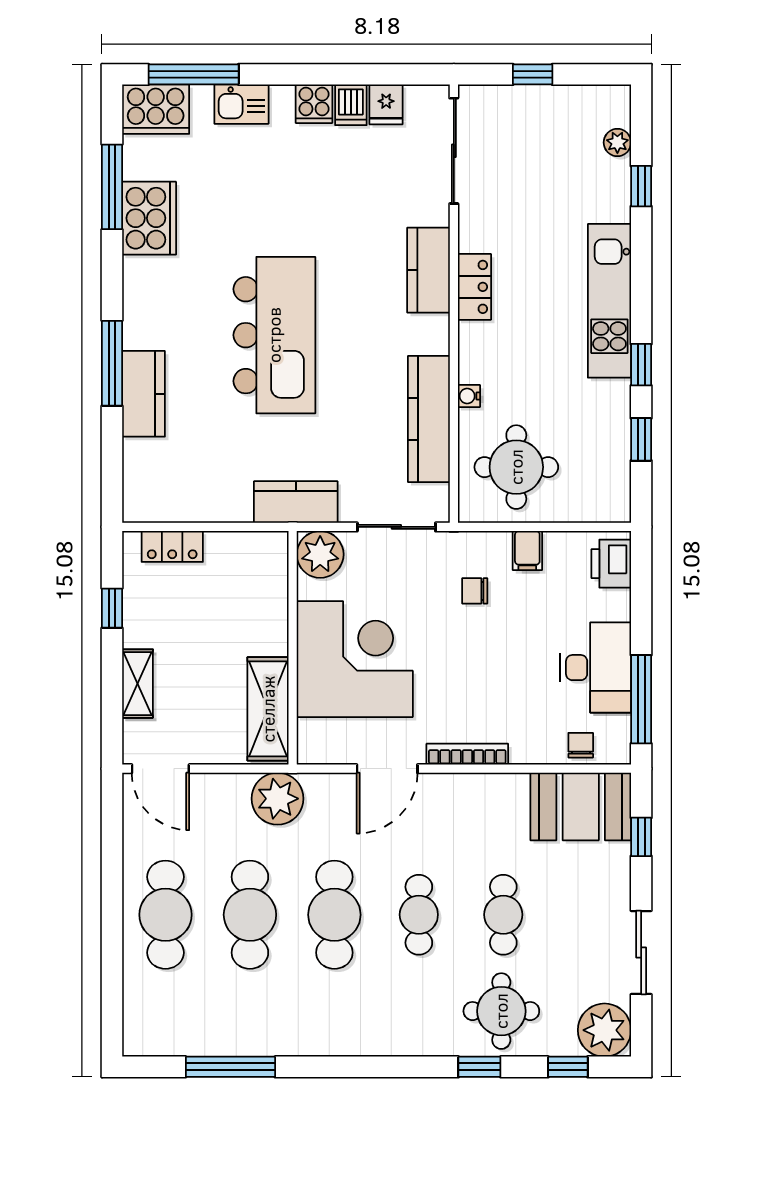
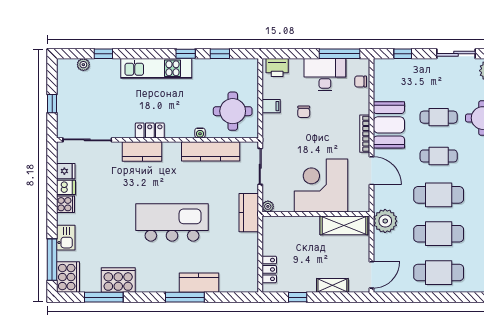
plant: (320, 554) -> (268, 206), width x0.53, depth x0.53
chair: (475, 591) -> (304, 112), moved
booth: (581, 807) -> (389, 125), moved

